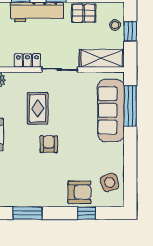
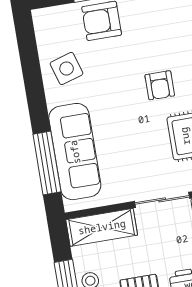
side table: (110, 182) -> (67, 69), moved

